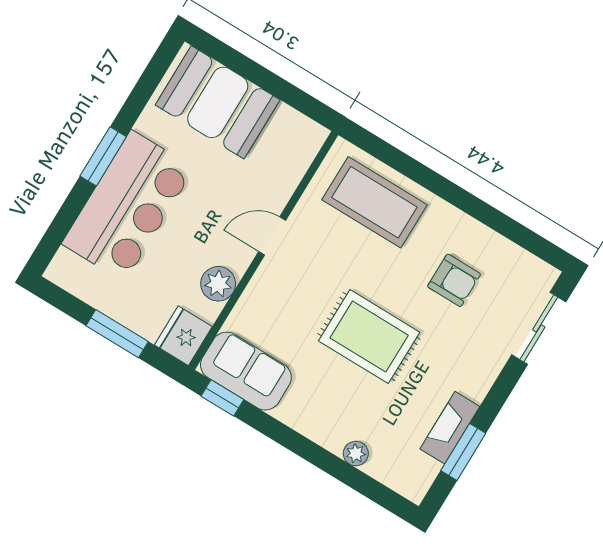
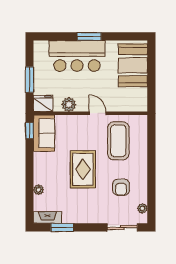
coffee table: (374, 202) -> (118, 141), moved
plant: (525, 263) -> (142, 208), added
fireplace: (450, 428) -> (48, 217), moved

